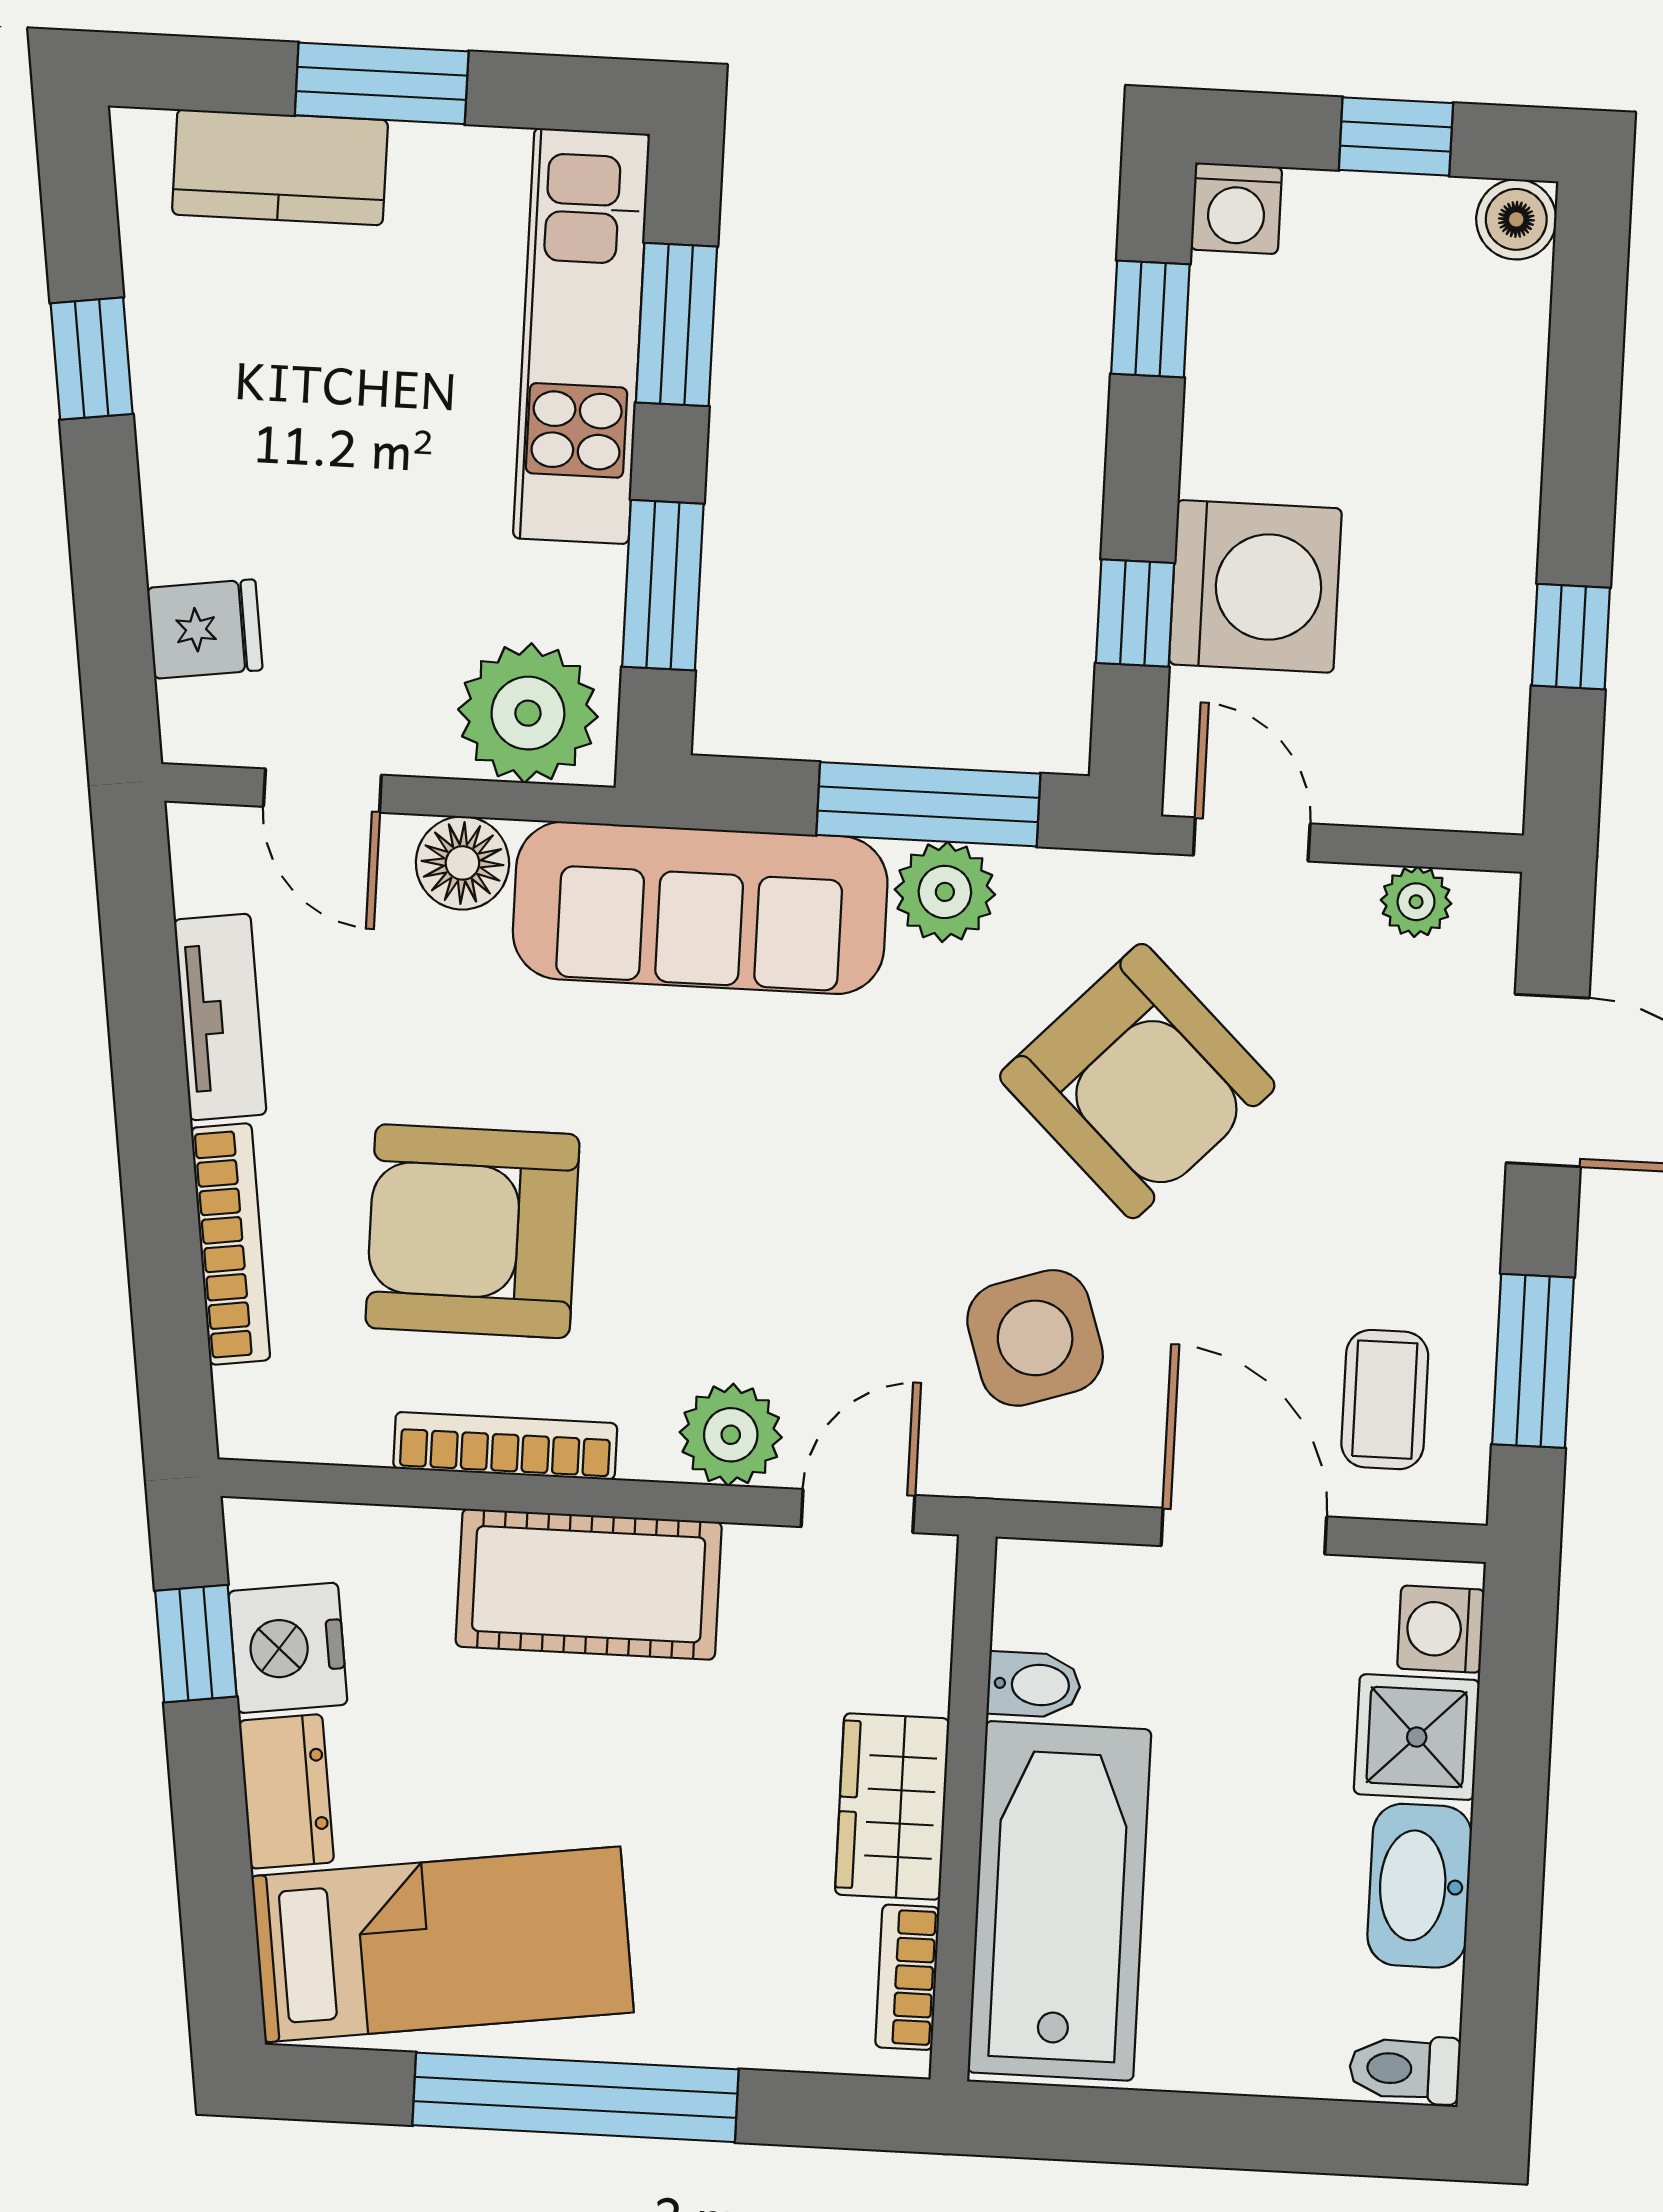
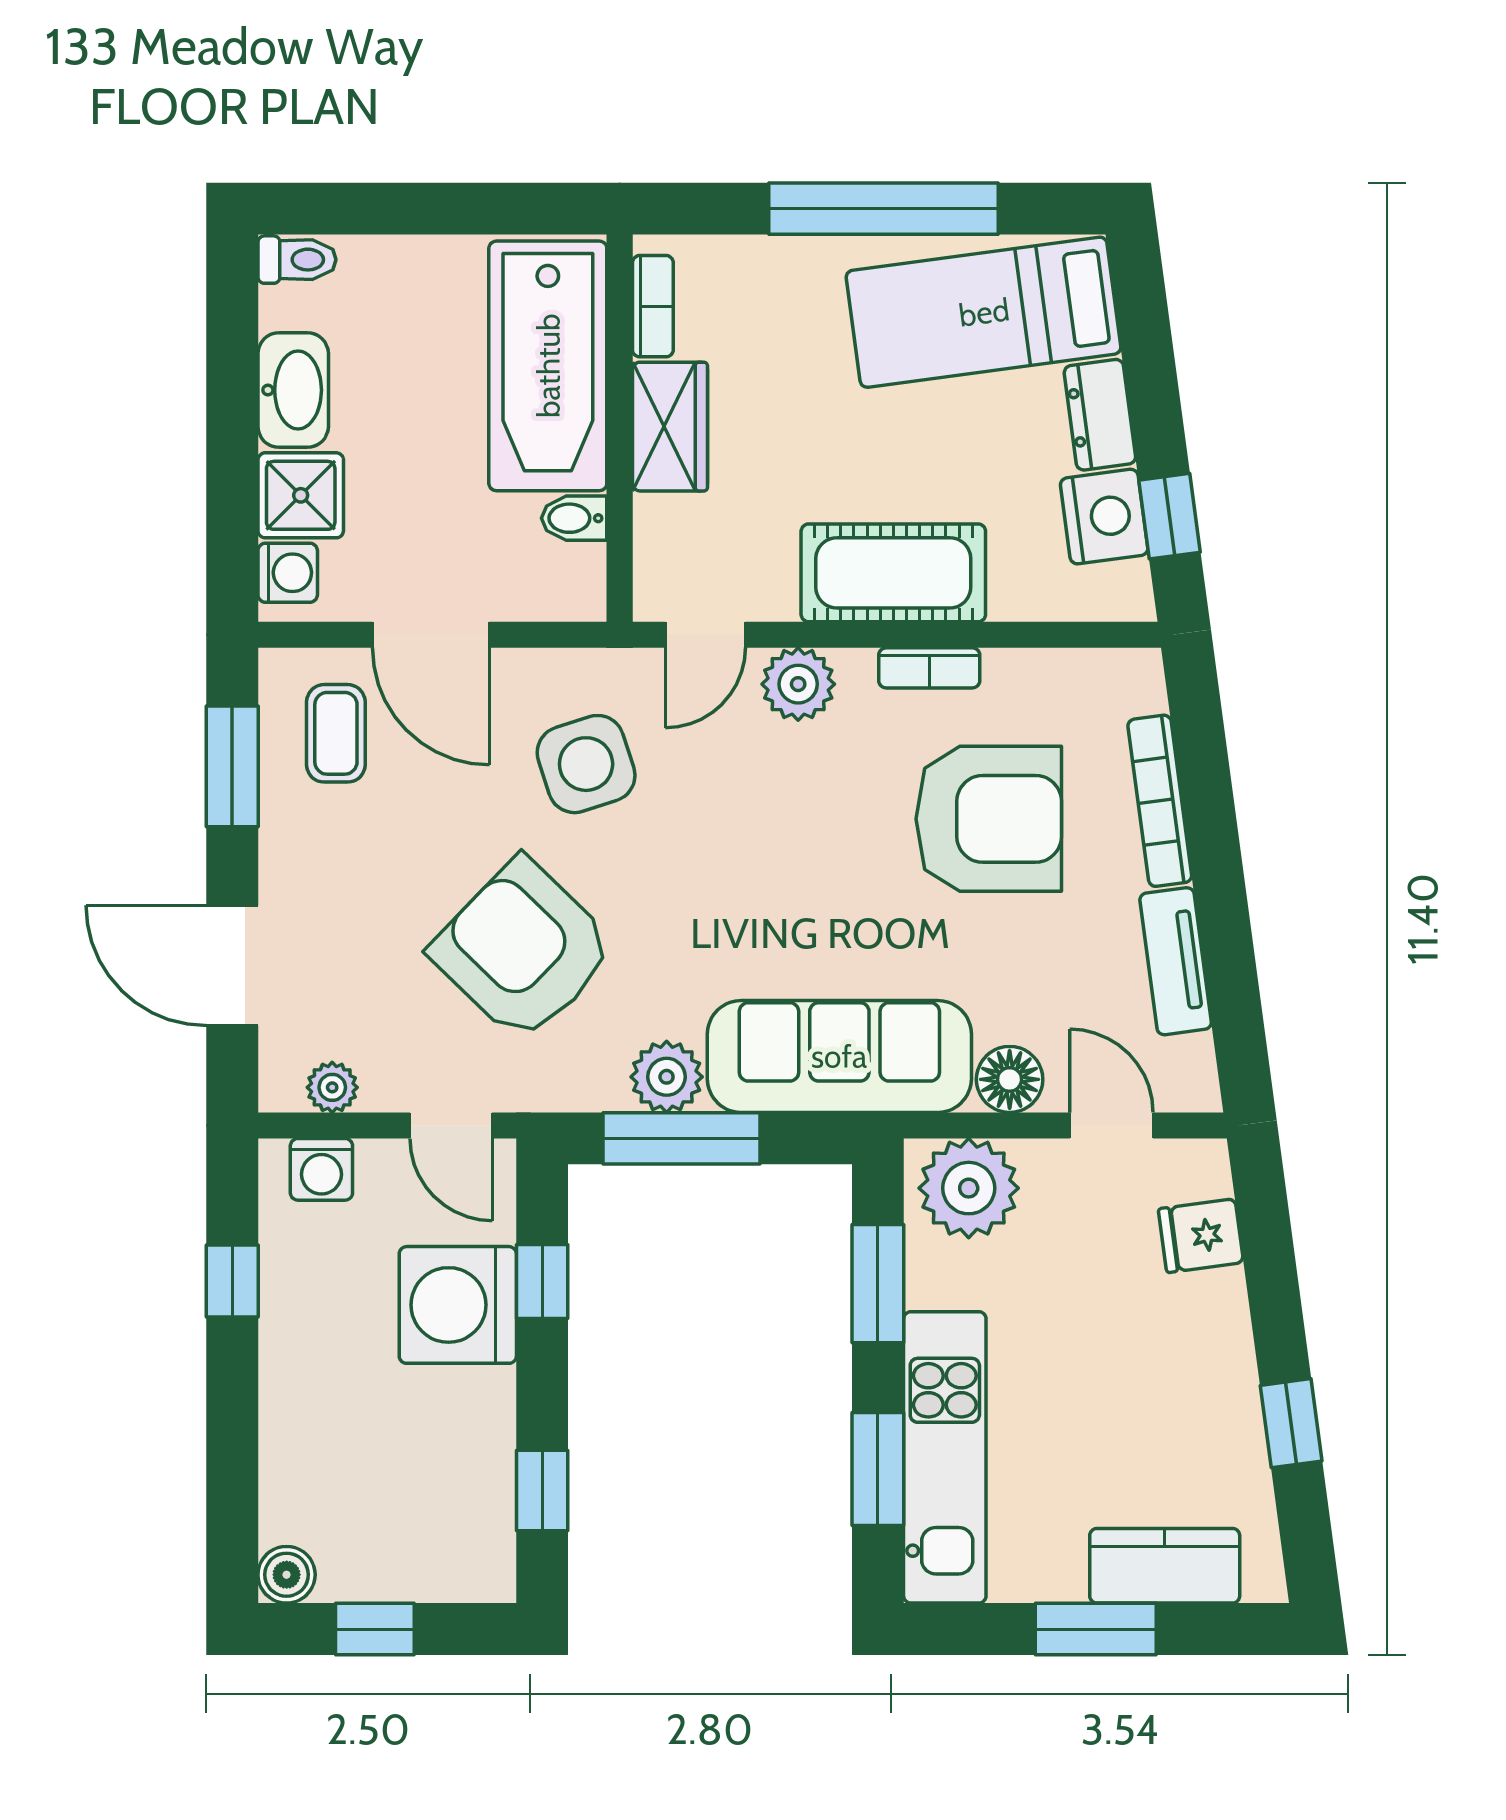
washing machine: (1236, 208) -> (321, 1169), moved, turned 180
bookcase: (505, 1446) -> (929, 668), width x0.64

